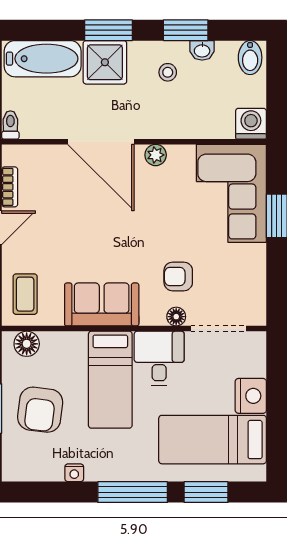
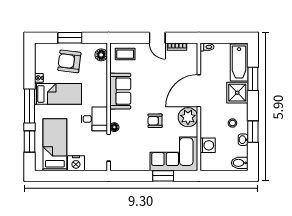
window: (108, 30) -> (253, 79), moved
washing machine: (251, 124) -> (208, 145), moved
plant: (156, 155) -> (188, 117), width x1.87, depth x1.87
armchair: (178, 276) -> (155, 121), moved, turned -90
bed: (110, 380) -> (58, 94), moved, turned 180

